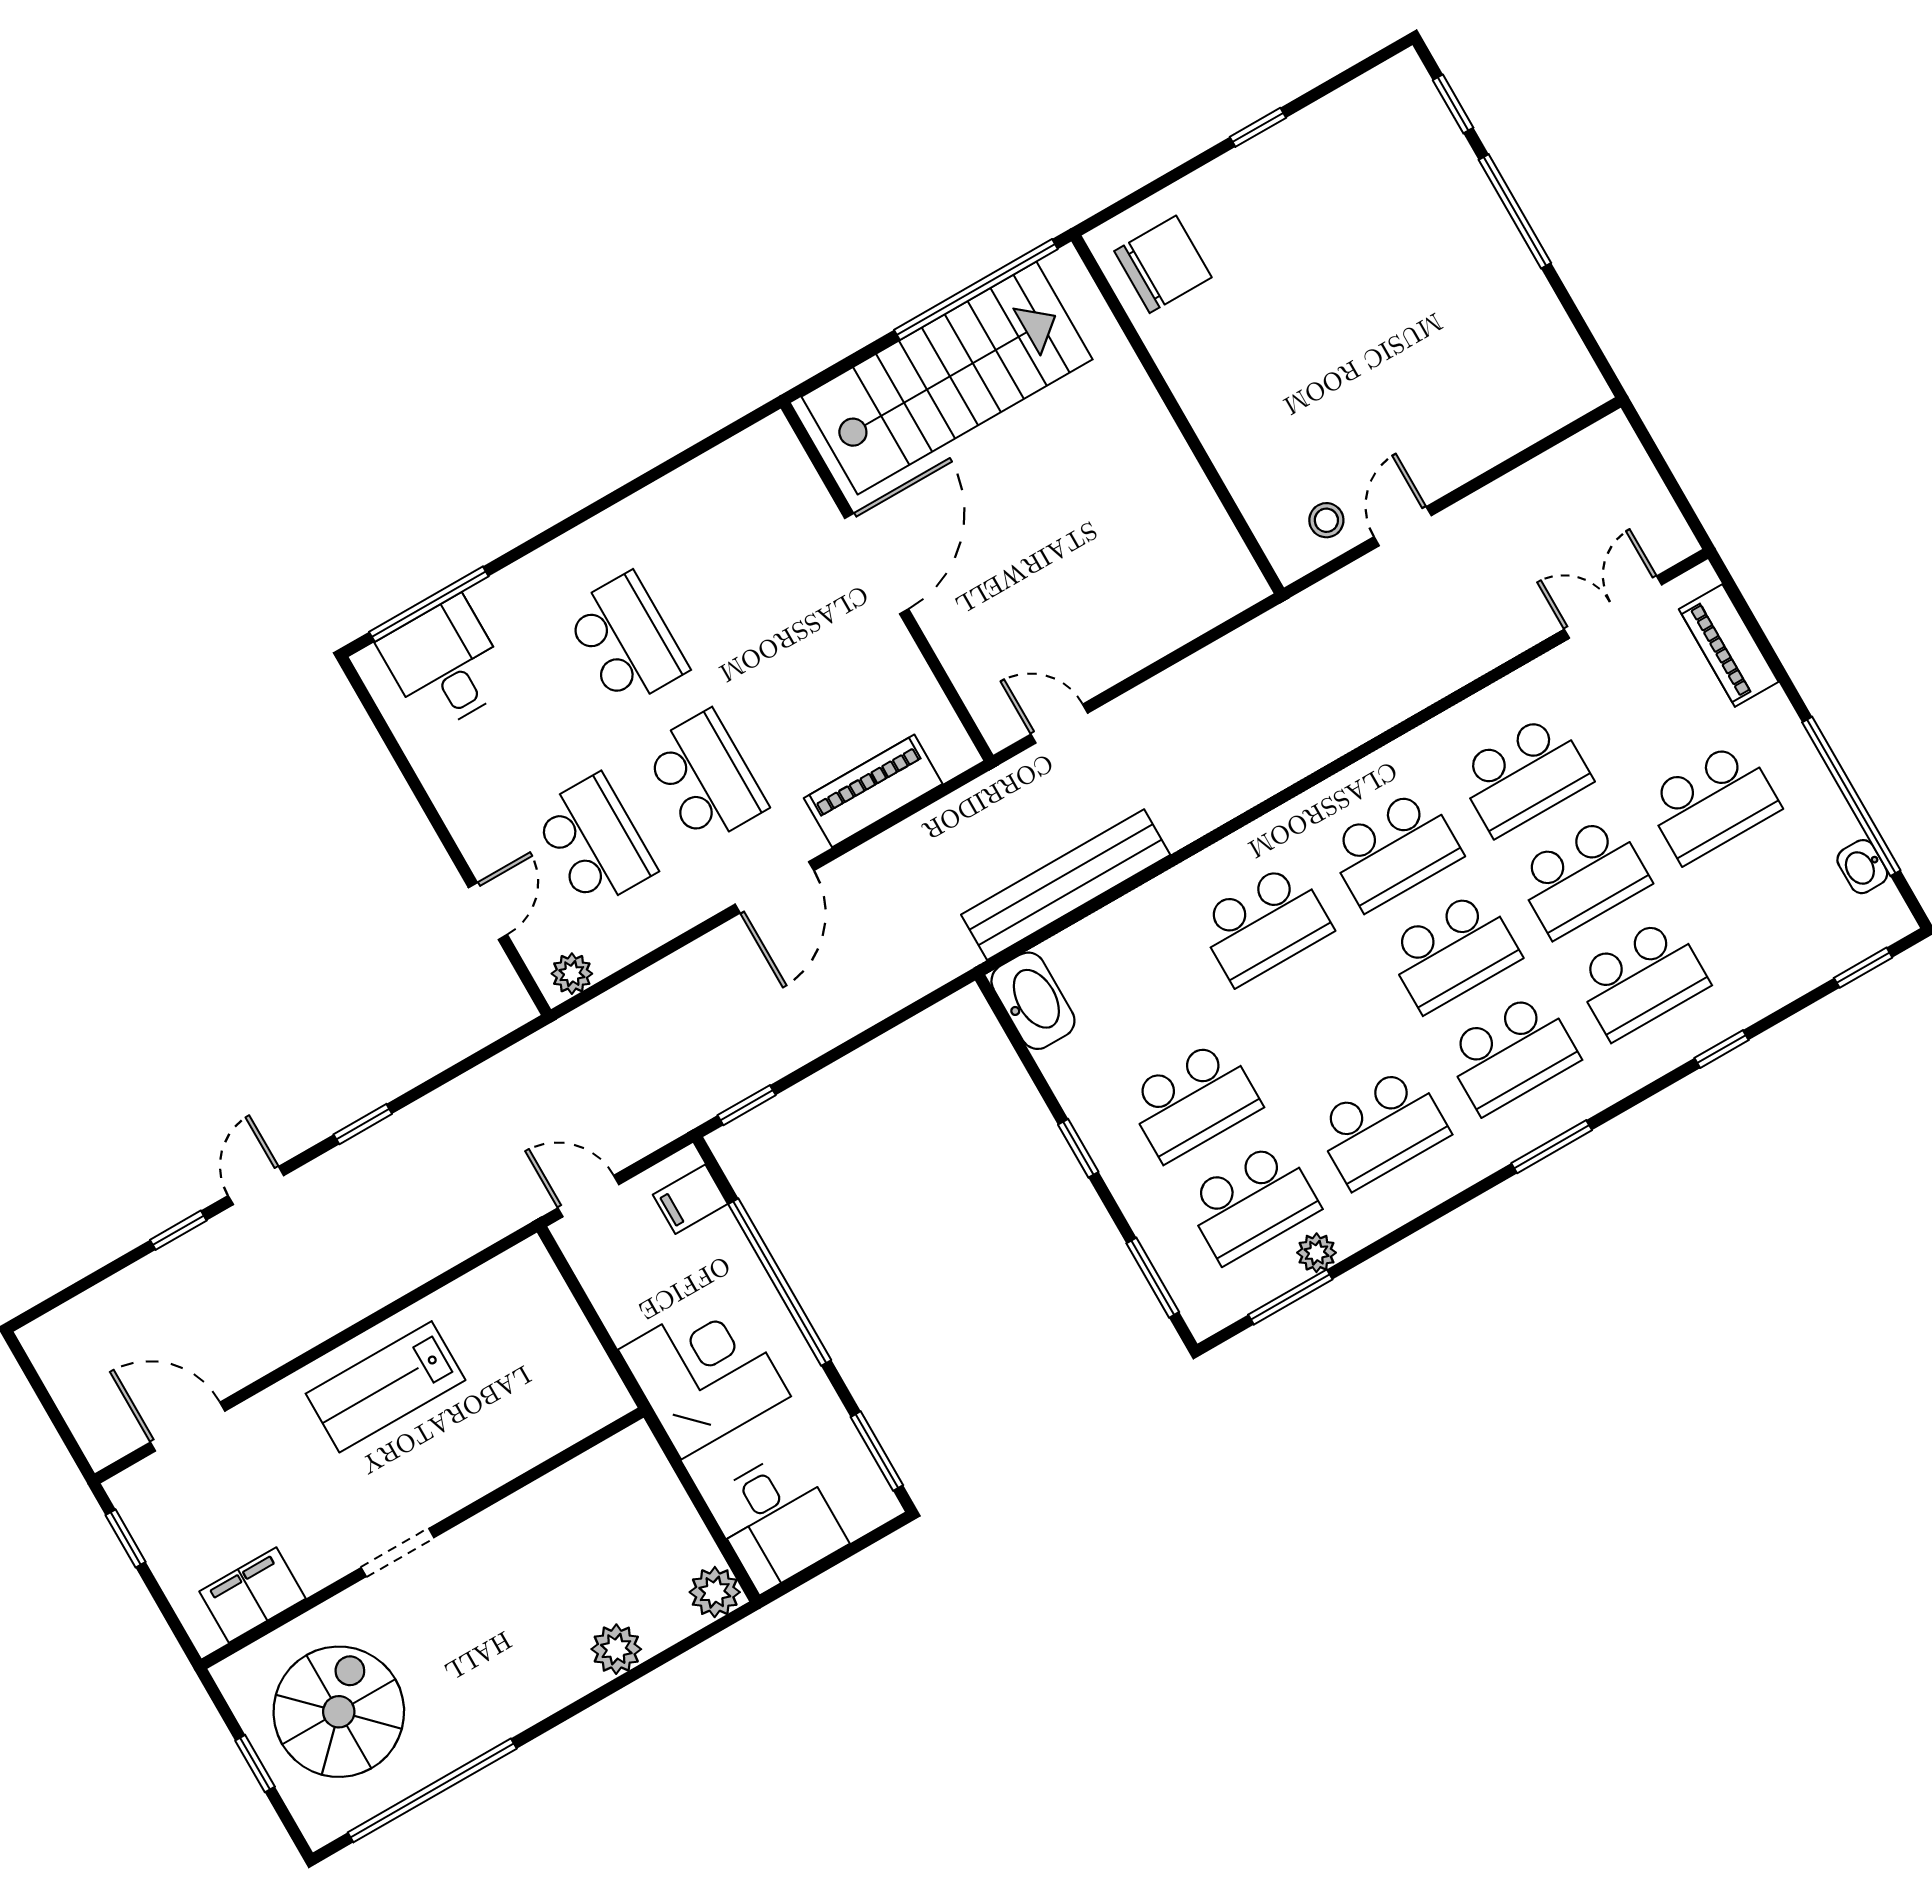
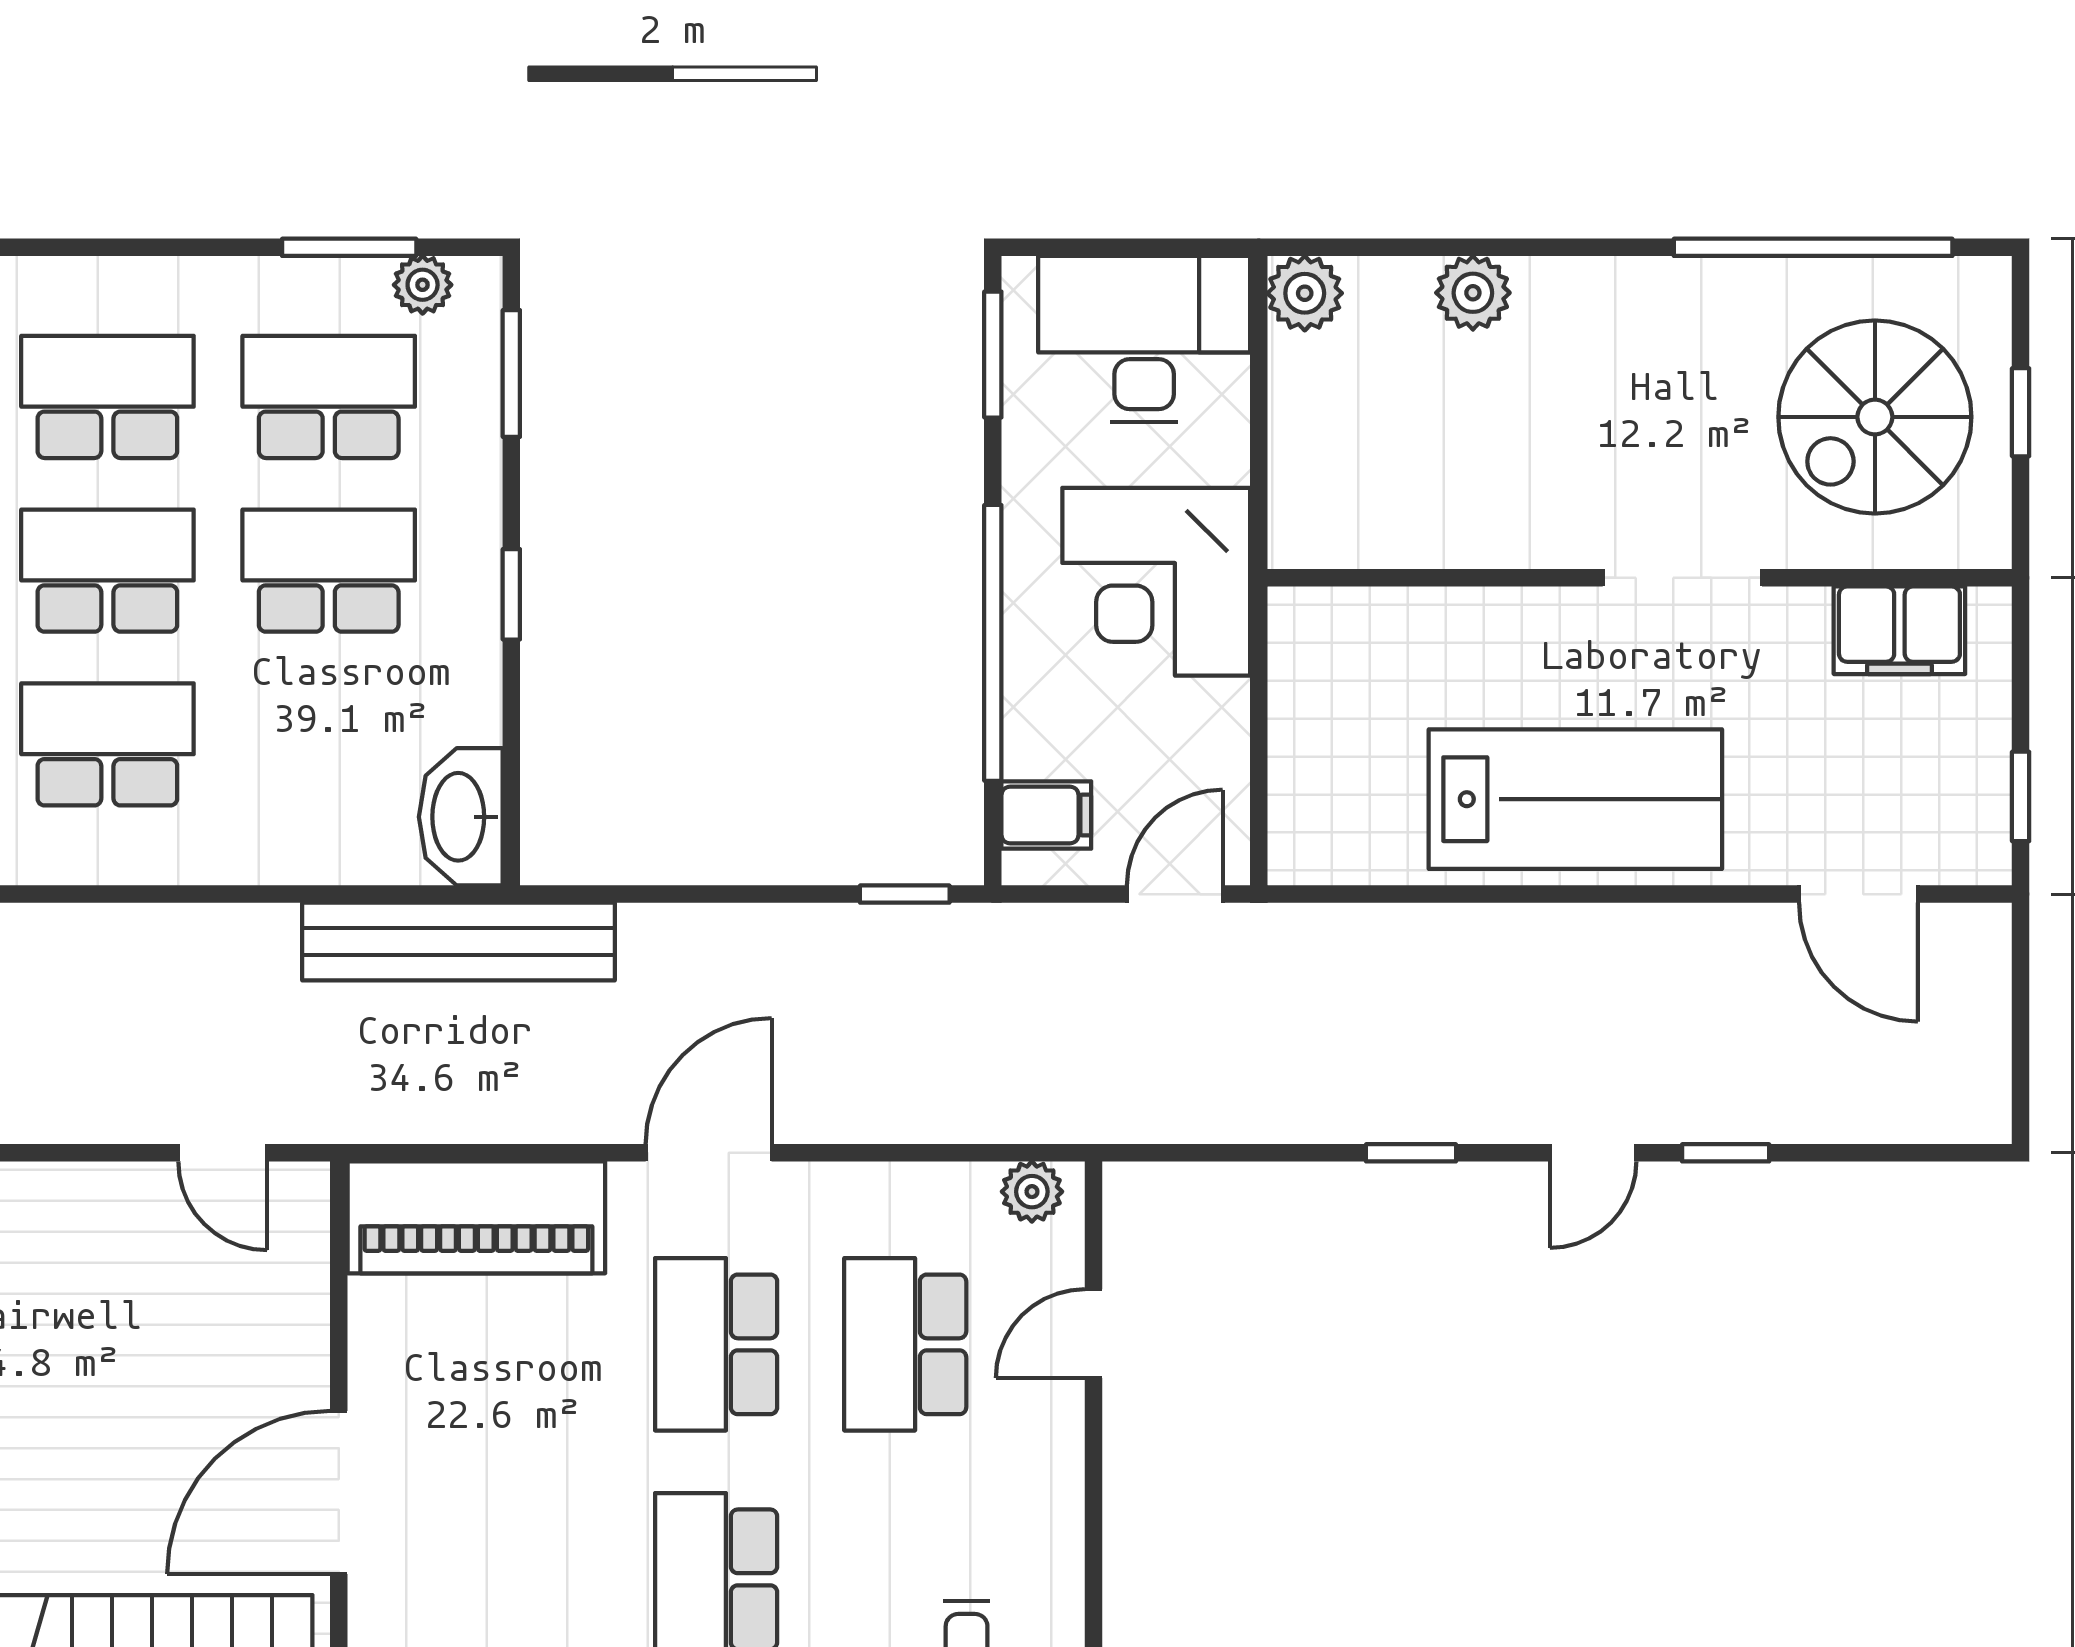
piano: (873, 791) -> (476, 1217), width x1.37, depth x1.33
bench: (1066, 885) -> (459, 942), moved
school desk: (1323, 1026) -> (107, 571), added
door: (588, 1196) -> (1175, 894), swing flipped
plant: (1316, 1253) -> (423, 285), moved
lab bench: (386, 1387) -> (1575, 799), width x1.36, depth x1.39
desk: (777, 1521) -> (1144, 339), width x1.37
doorway: (397, 1553) -> (1682, 578), width x1.38

